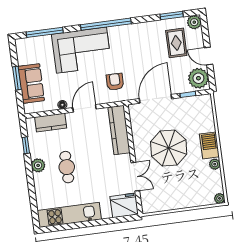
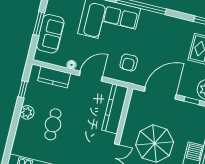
armchair: (115, 82) -> (129, 62), turned 180

